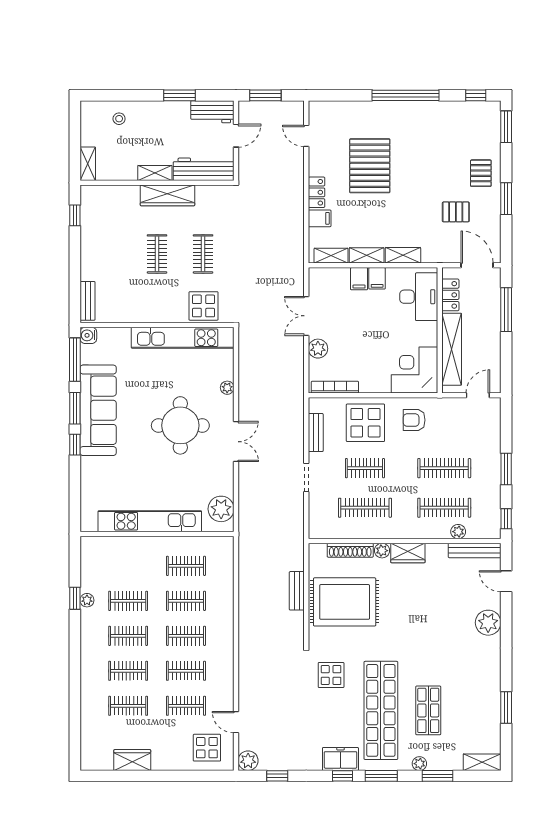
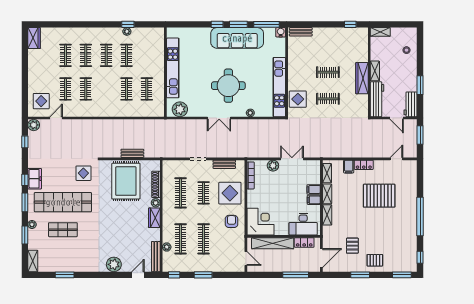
clothes rail: (186, 636) -> (106, 89), removed
wardrobe: (132, 760) -> (34, 38), moved

